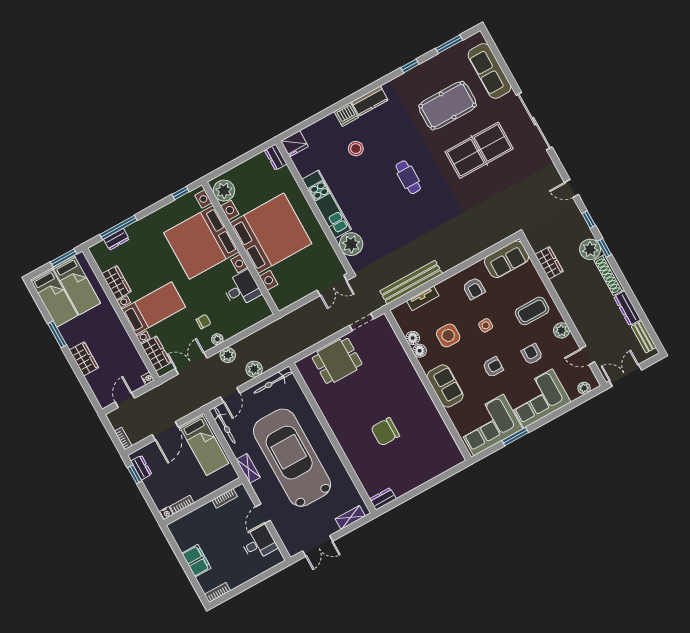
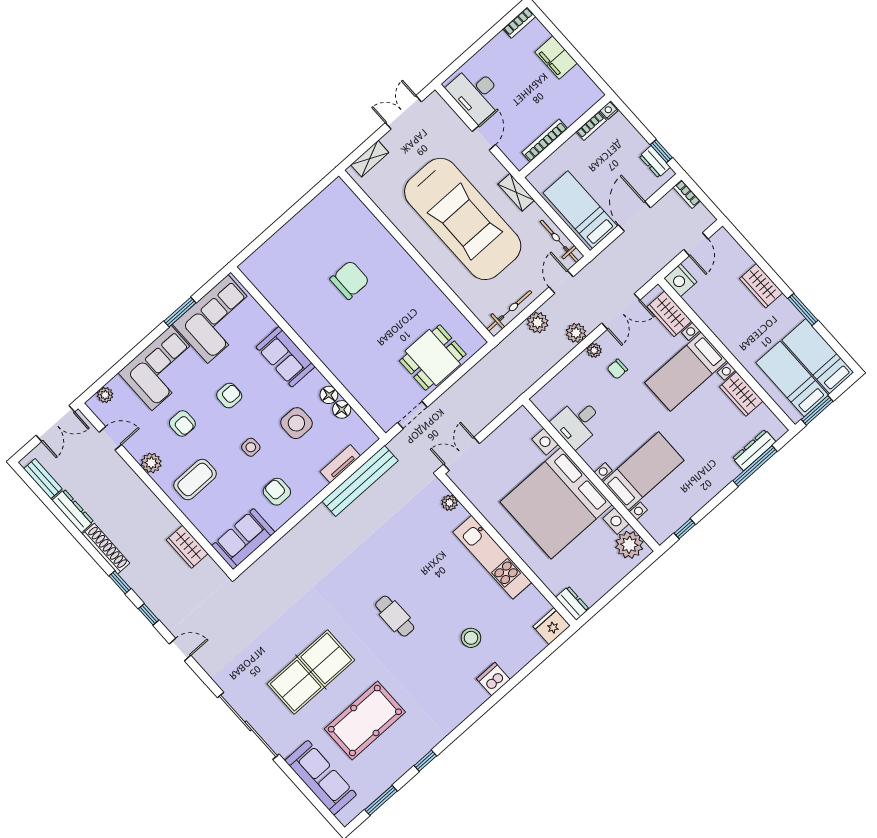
kitchen counter: (370, 101) -> (467, 704), removed
dresser: (116, 239) -> (754, 450), width x1.44
bed with nightstands: (201, 242) -> (643, 471), width x0.54
plant: (351, 244) -> (450, 503), width x0.53, depth x0.53
plant: (590, 249) -> (138, 576), removed
armchair: (493, 367) -> (229, 396), turned 180
nightstand: (148, 378) -> (680, 280), width x1.89, depth x1.79
bookcase: (225, 498) -> (545, 141), width x1.56
dresser: (383, 499) -> (333, 192), removed
desk: (259, 543) -> (476, 94), width x1.37

